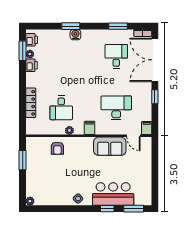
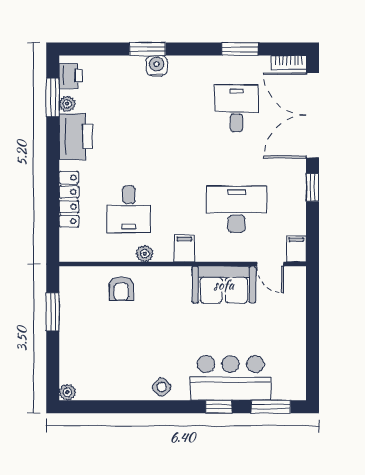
printer: (31, 65) -> (76, 137), width x1.87, depth x1.48

